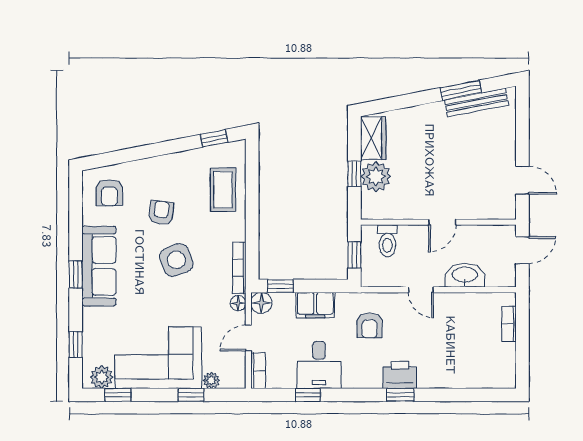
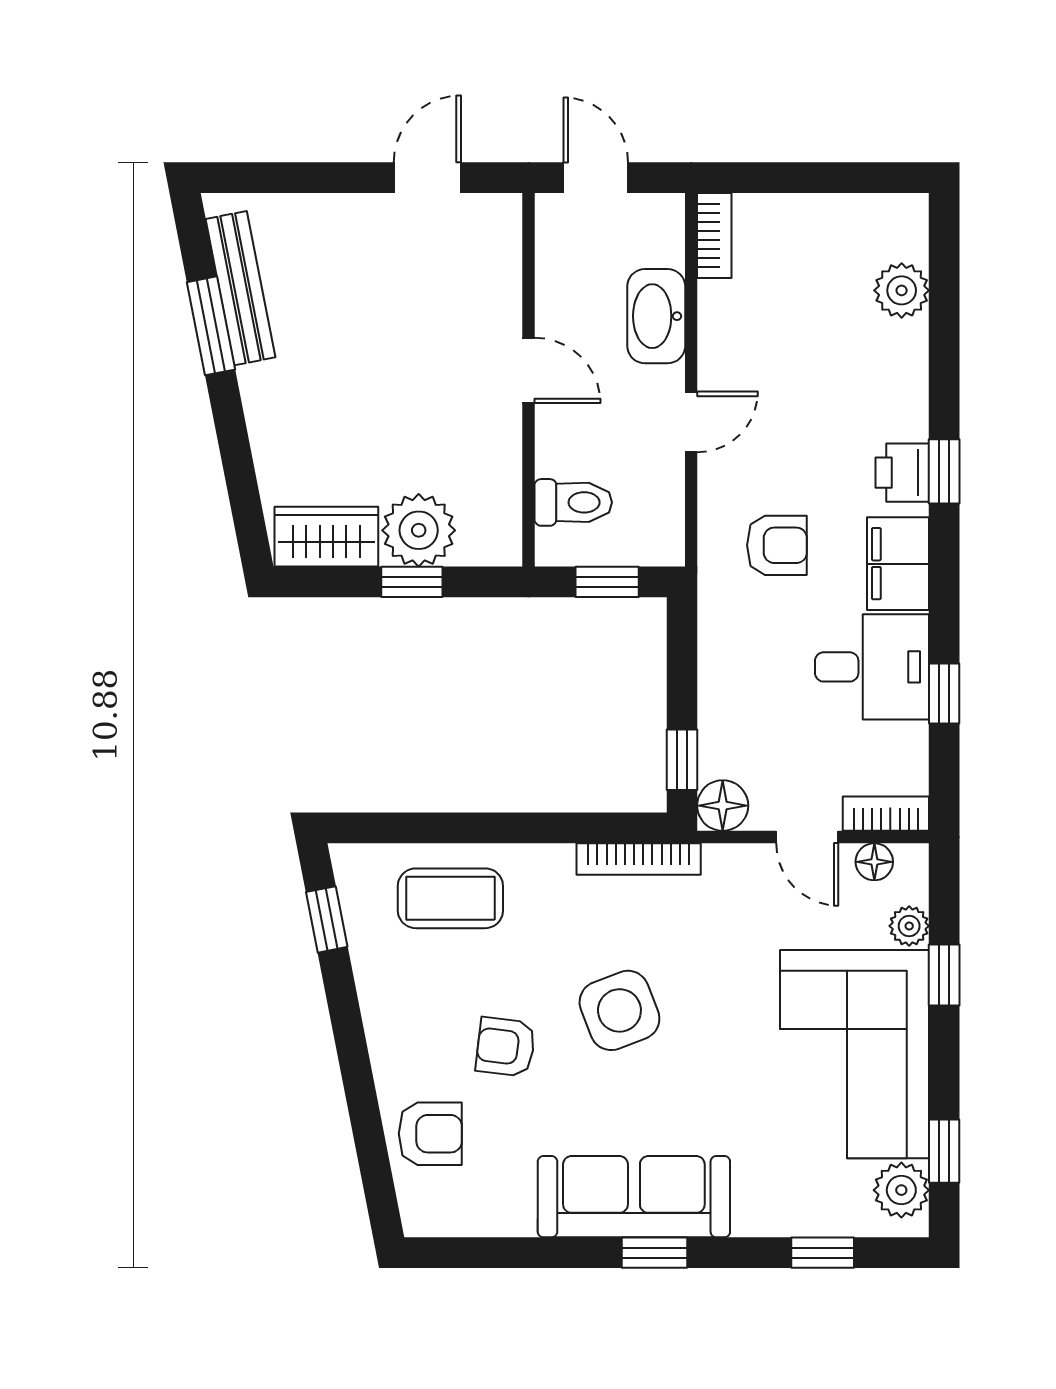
armchair: (109, 193) -> (430, 1134), moved
floor lamp: (238, 303) -> (874, 862), moved
filing cabinet: (315, 305) -> (898, 564), moved, turned 180
bookcase: (509, 324) -> (714, 235), moved, turned -90
printer: (400, 375) -> (902, 473), width x0.73, depth x0.81
plant: (475, 377) -> (902, 290), added

